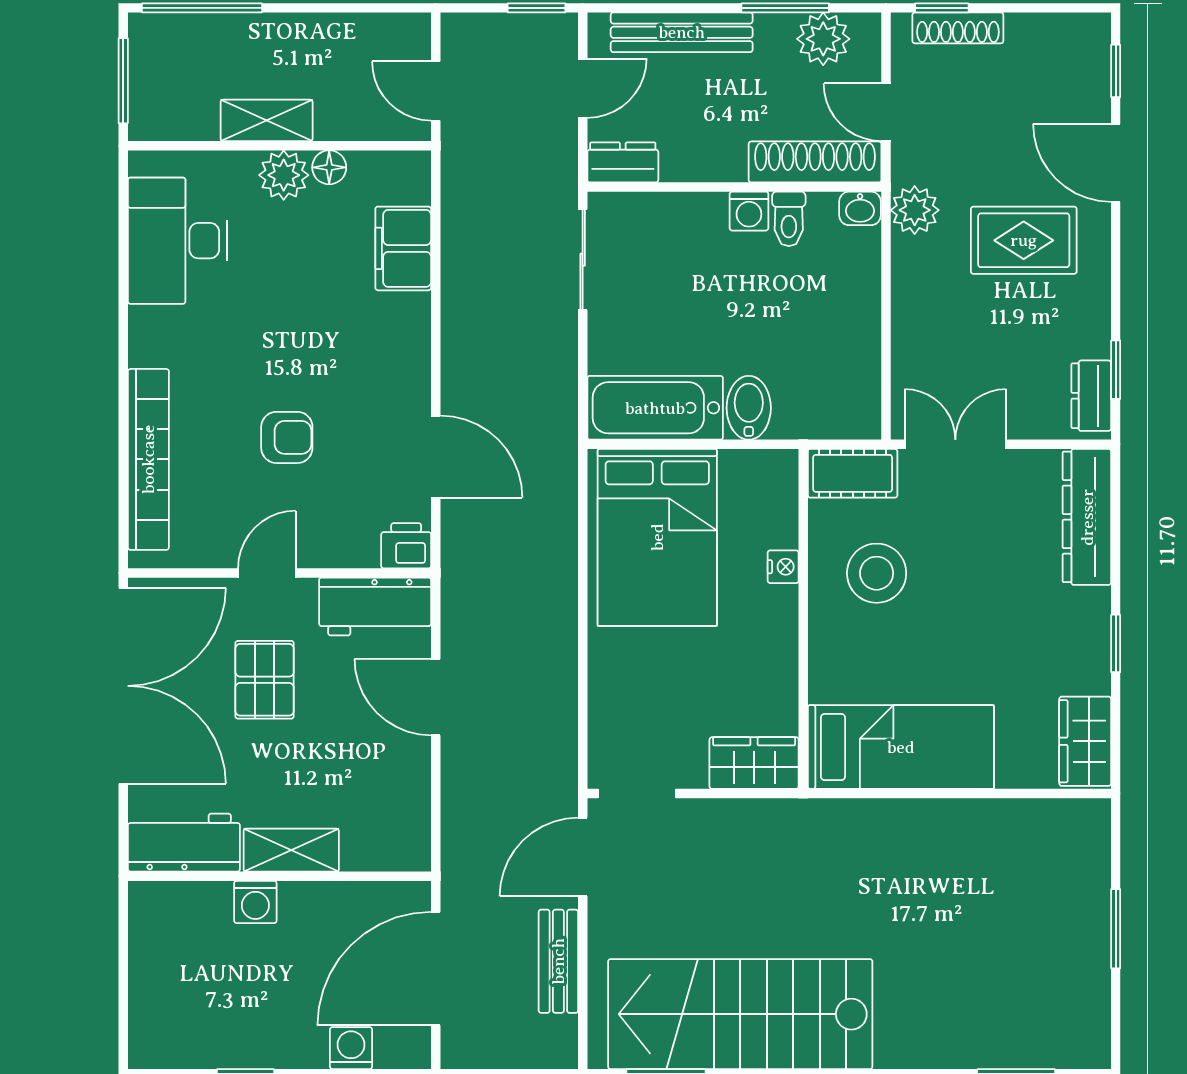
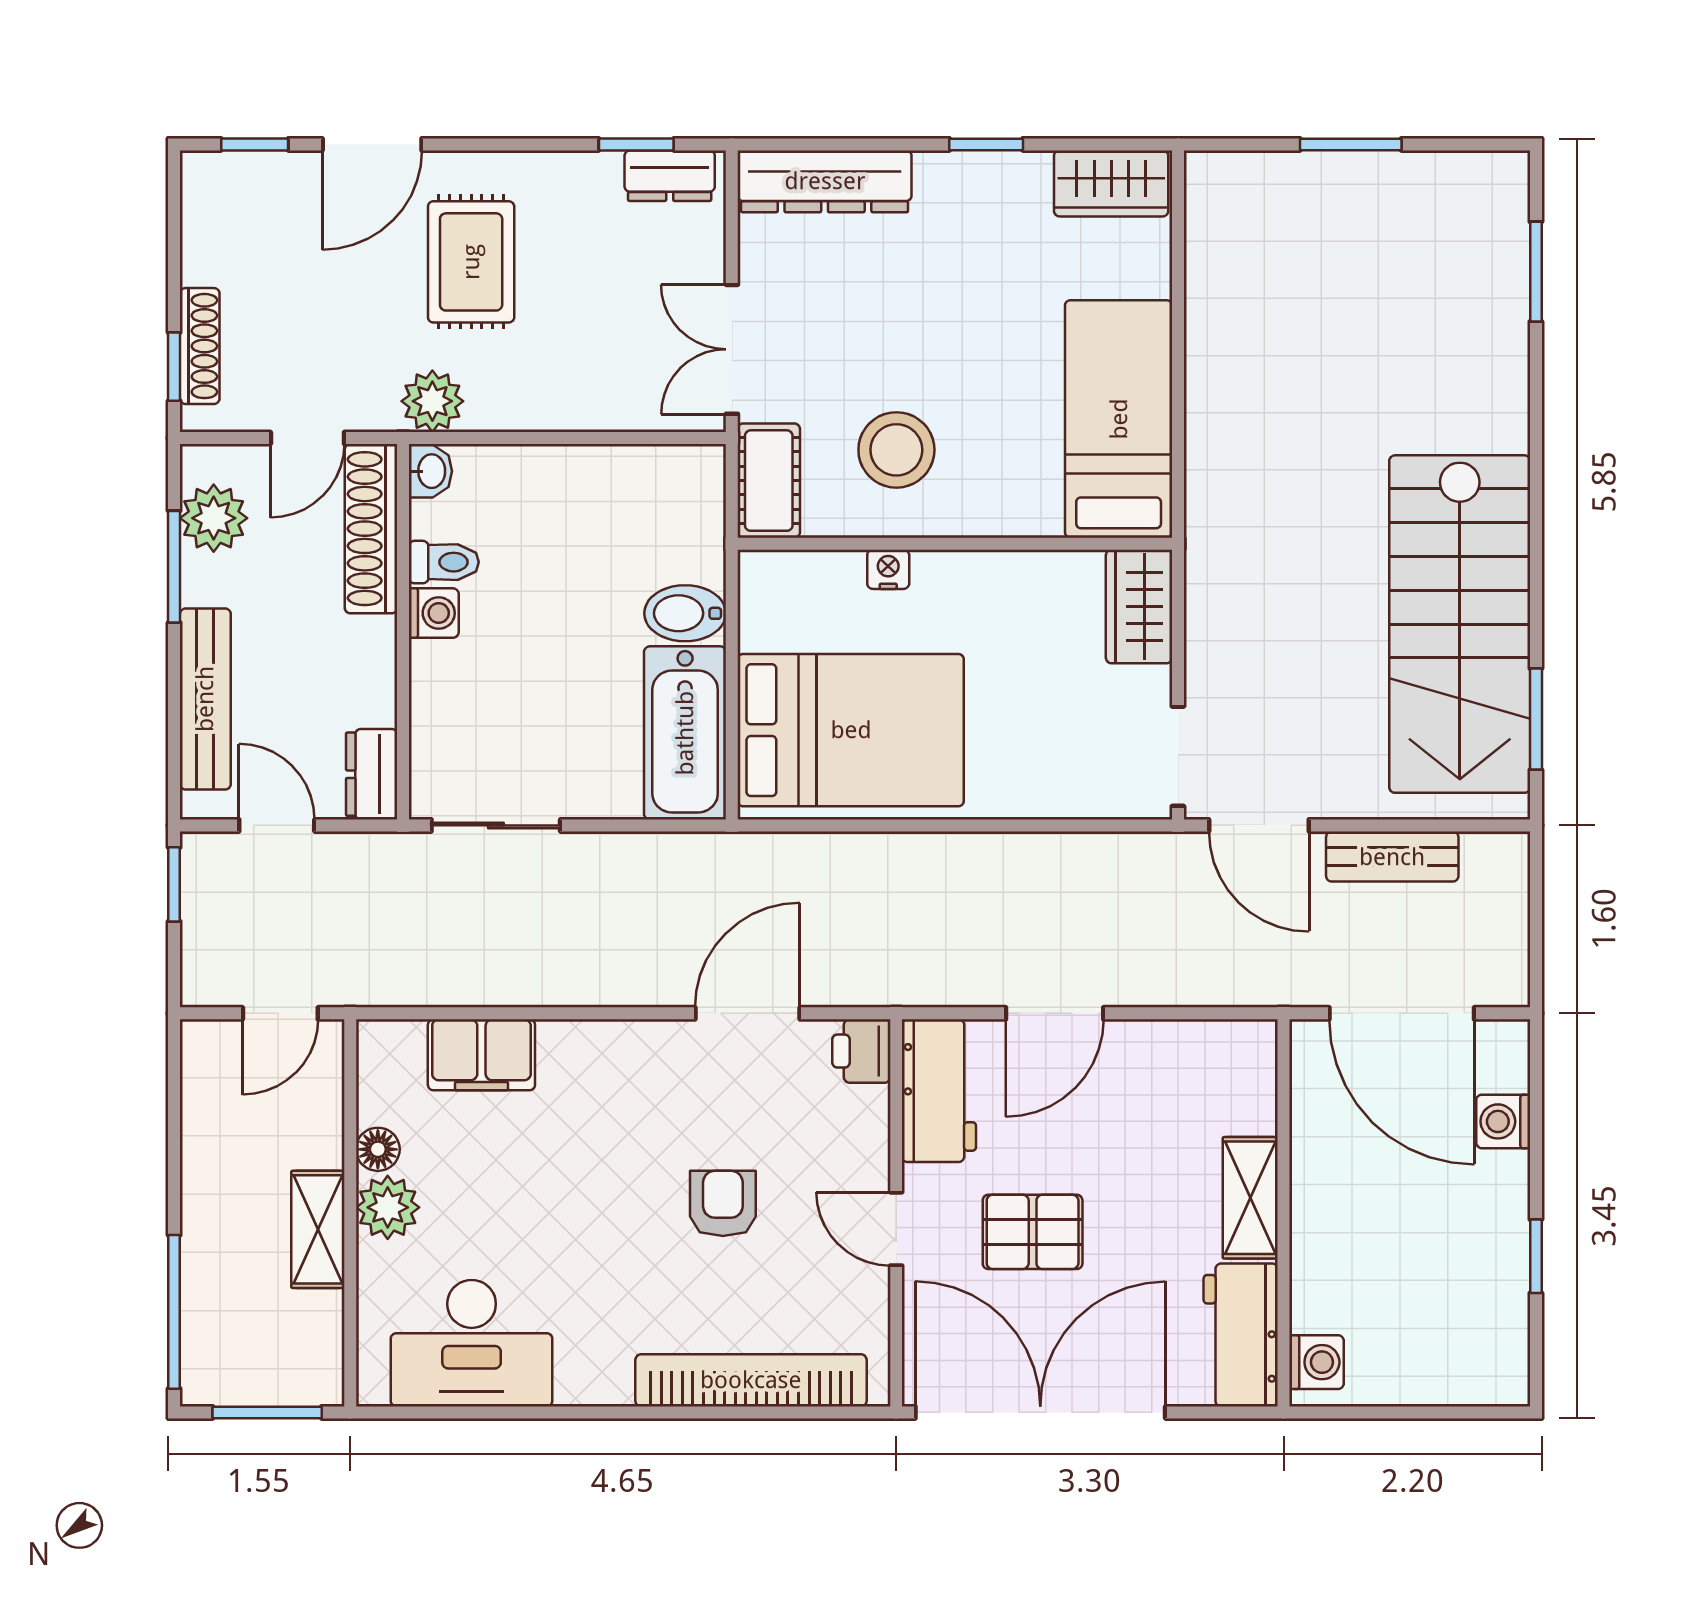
washing machine: (255, 902) -> (1317, 1362), moved

